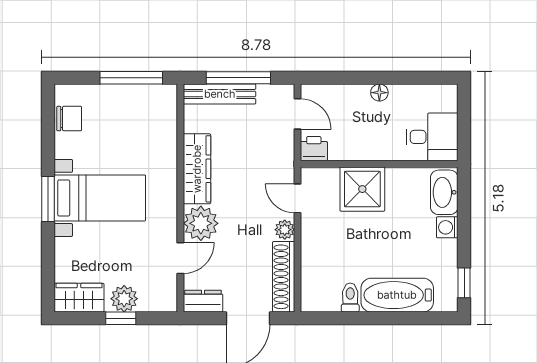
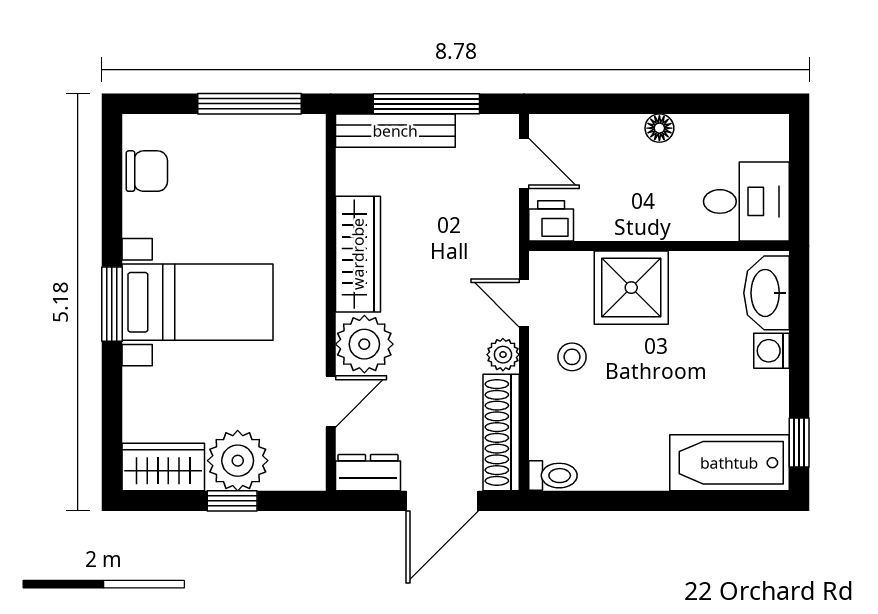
stool: (326, 231) -> (572, 357), added
bathtub: (397, 295) -> (729, 463), moved
toilet: (350, 298) -> (553, 476), moved, turned 90
plant: (124, 299) -> (238, 461), width x1.36, depth x1.36

